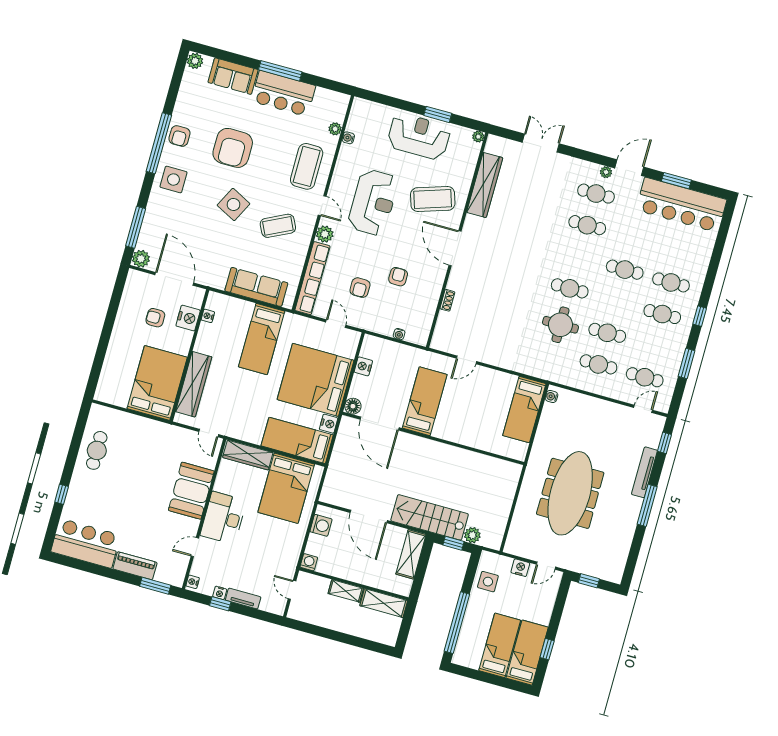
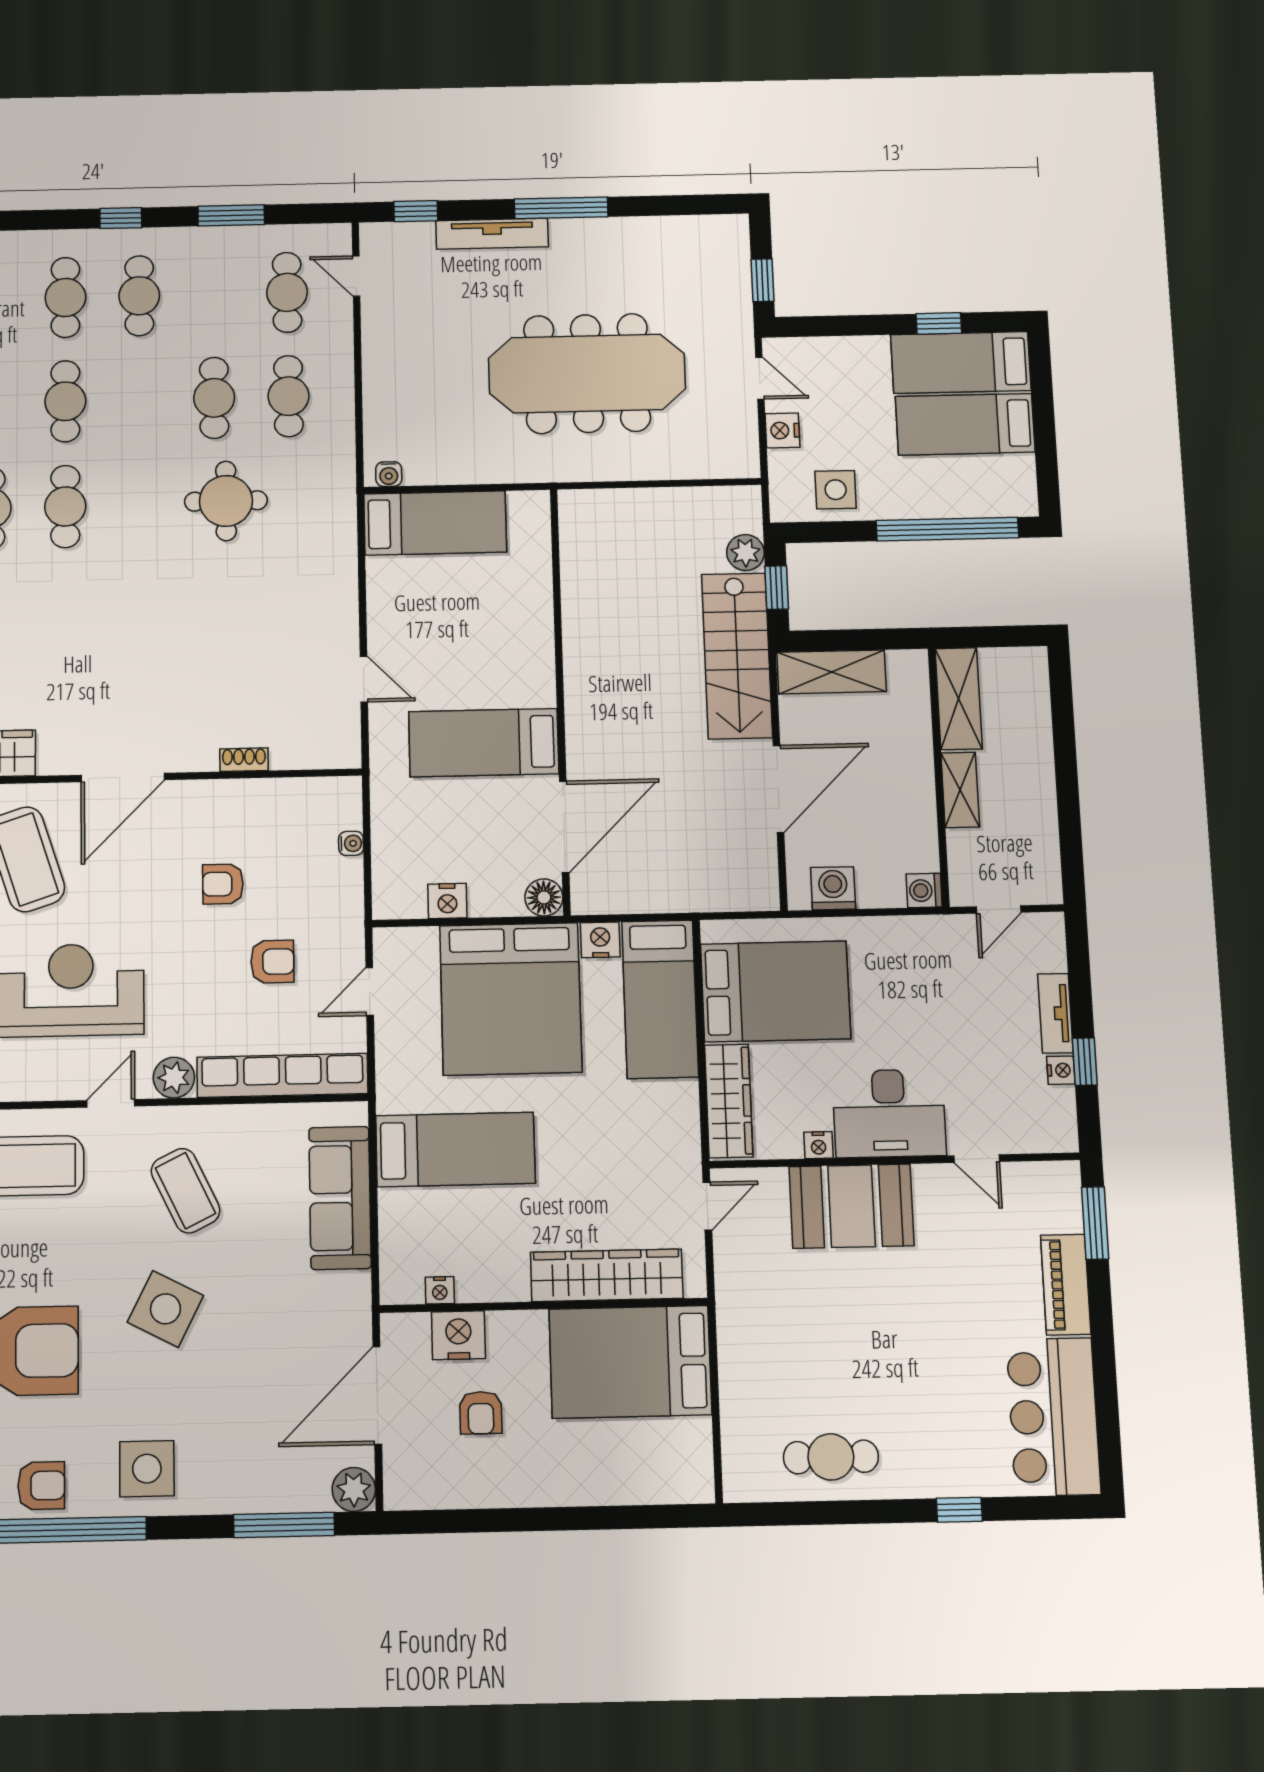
cafe table: (570, 288) -> (65, 506), moved
nightstand: (193, 582) -> (818, 1145), moved

